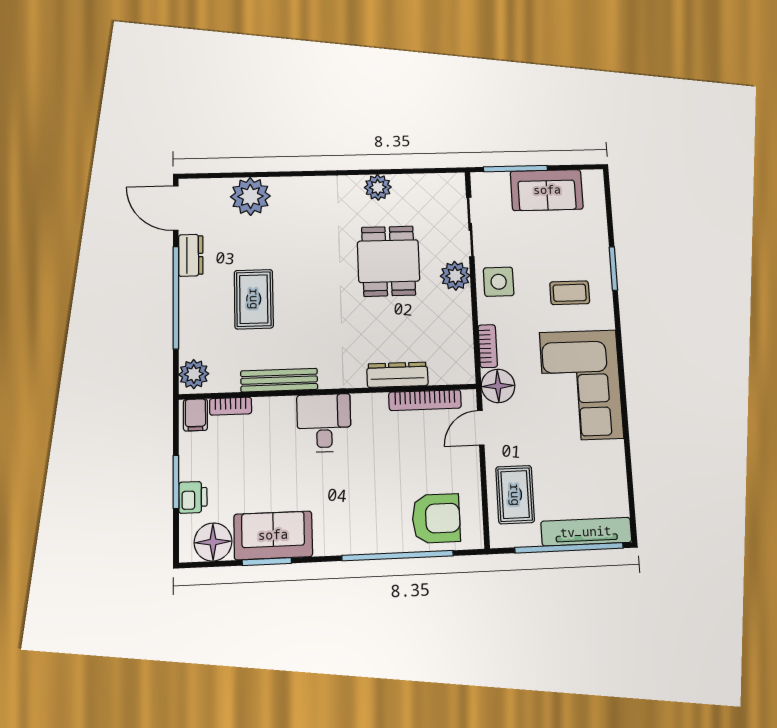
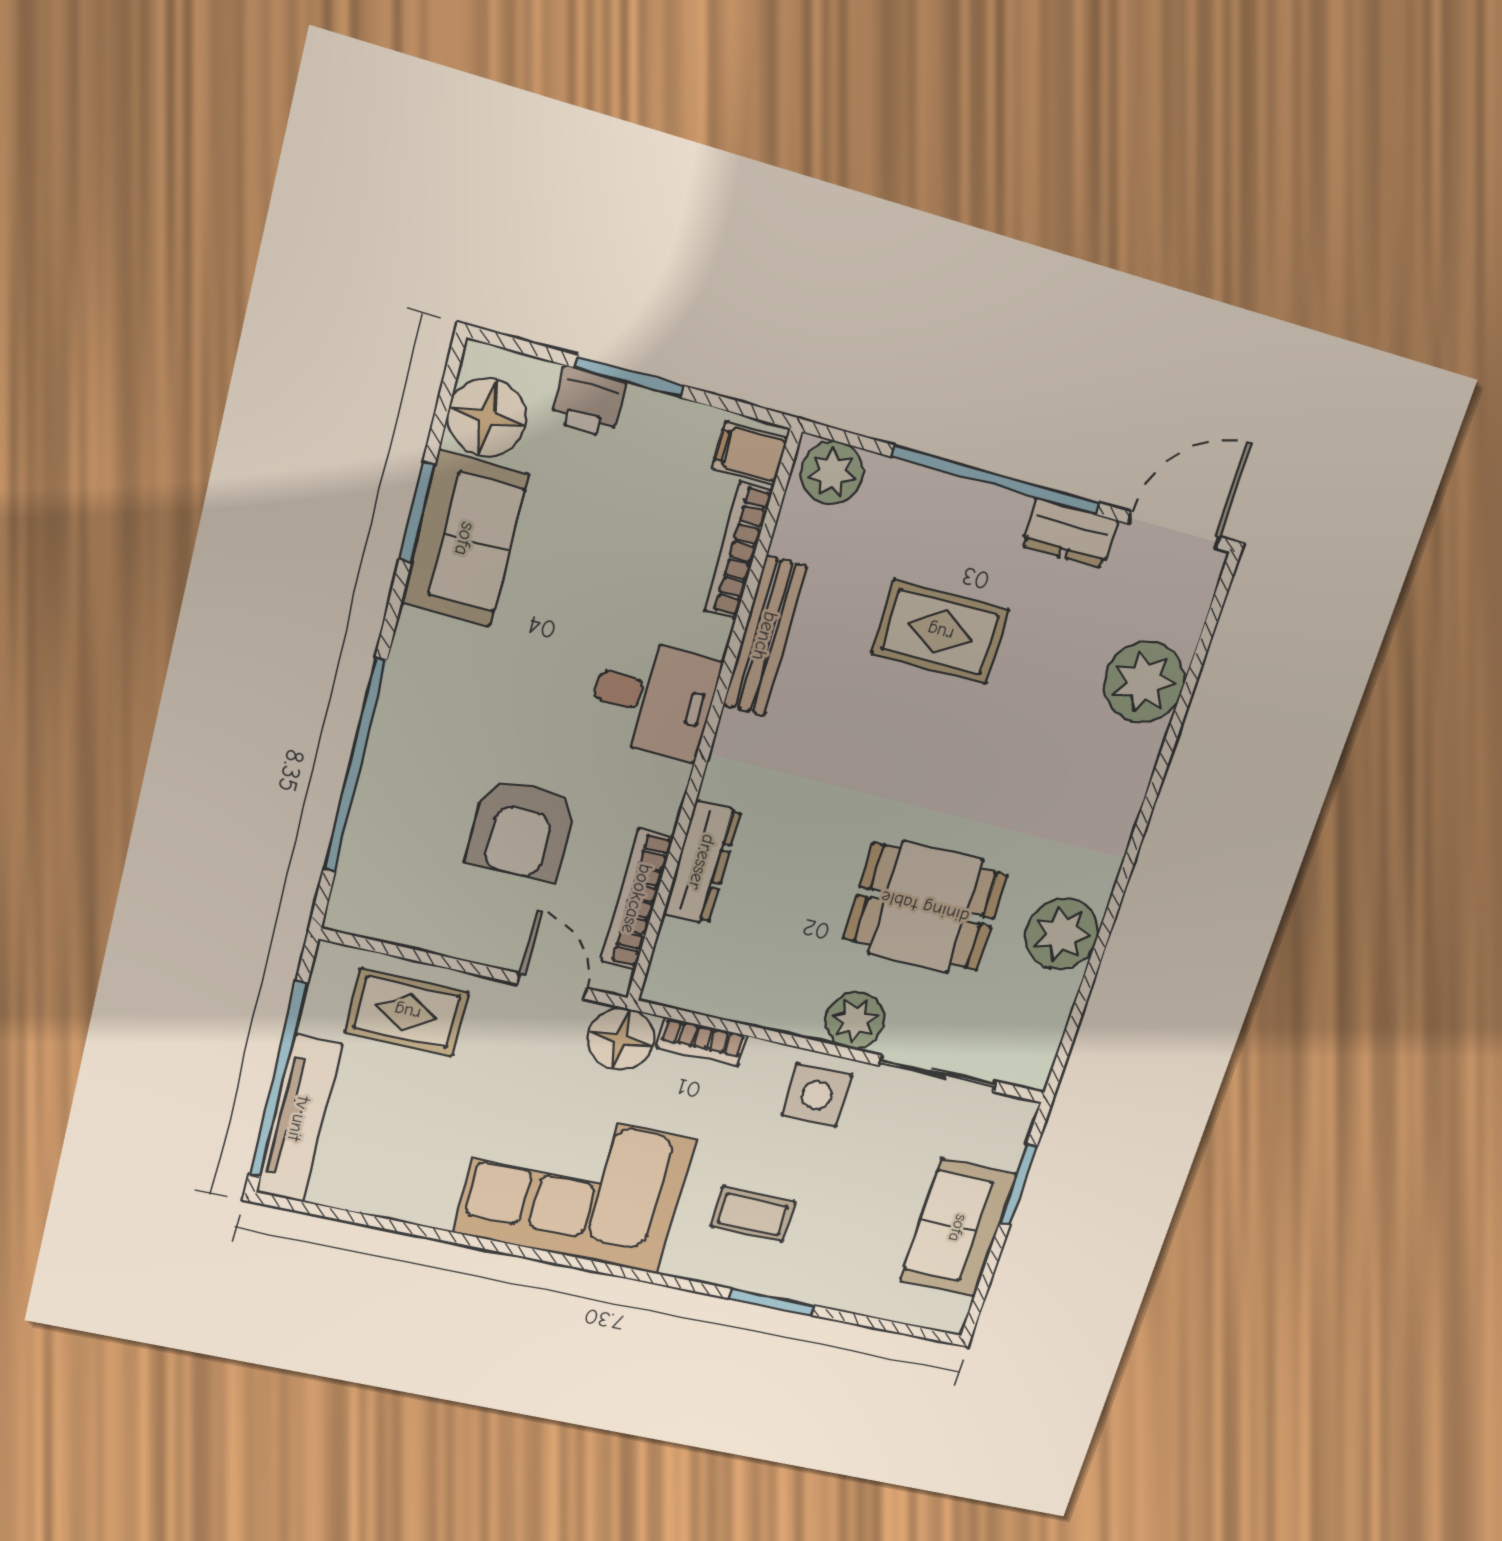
window: (515, 169) -> (1018, 1184), width x0.69
plant: (378, 187) -> (1062, 934), width x1.36, depth x1.36
coffee table: (570, 293) -> (753, 1214), turned 90
bookcase: (231, 406) -> (738, 551), width x1.56
armchair: (436, 518) -> (521, 830), moved

